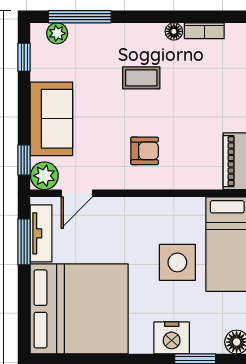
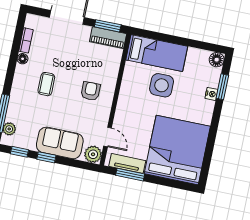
window: (24, 160) -> (46, 157), moved
nightstand: (172, 338) -> (211, 94), width x0.53, depth x0.56

